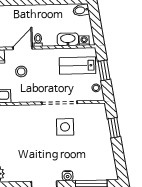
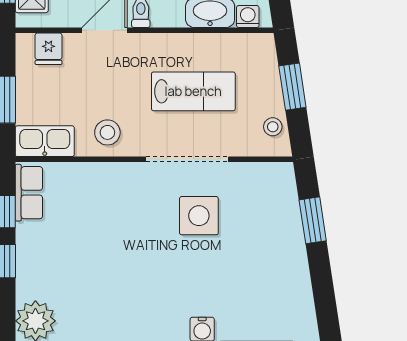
lab bench: (78, 66) -> (193, 91), moved, turned 180
stool: (21, 71) -> (107, 132), moved

